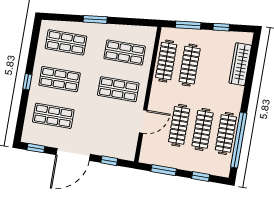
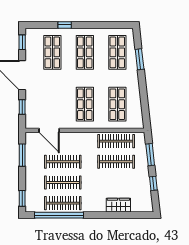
window: (95, 19) -> (140, 59), moved
wardrobe: (240, 64) -> (118, 205), width x0.67
window: (27, 82) -> (65, 25), moved
door: (143, 121) -> (49, 130), moved
window: (201, 176) -> (22, 198), moved

